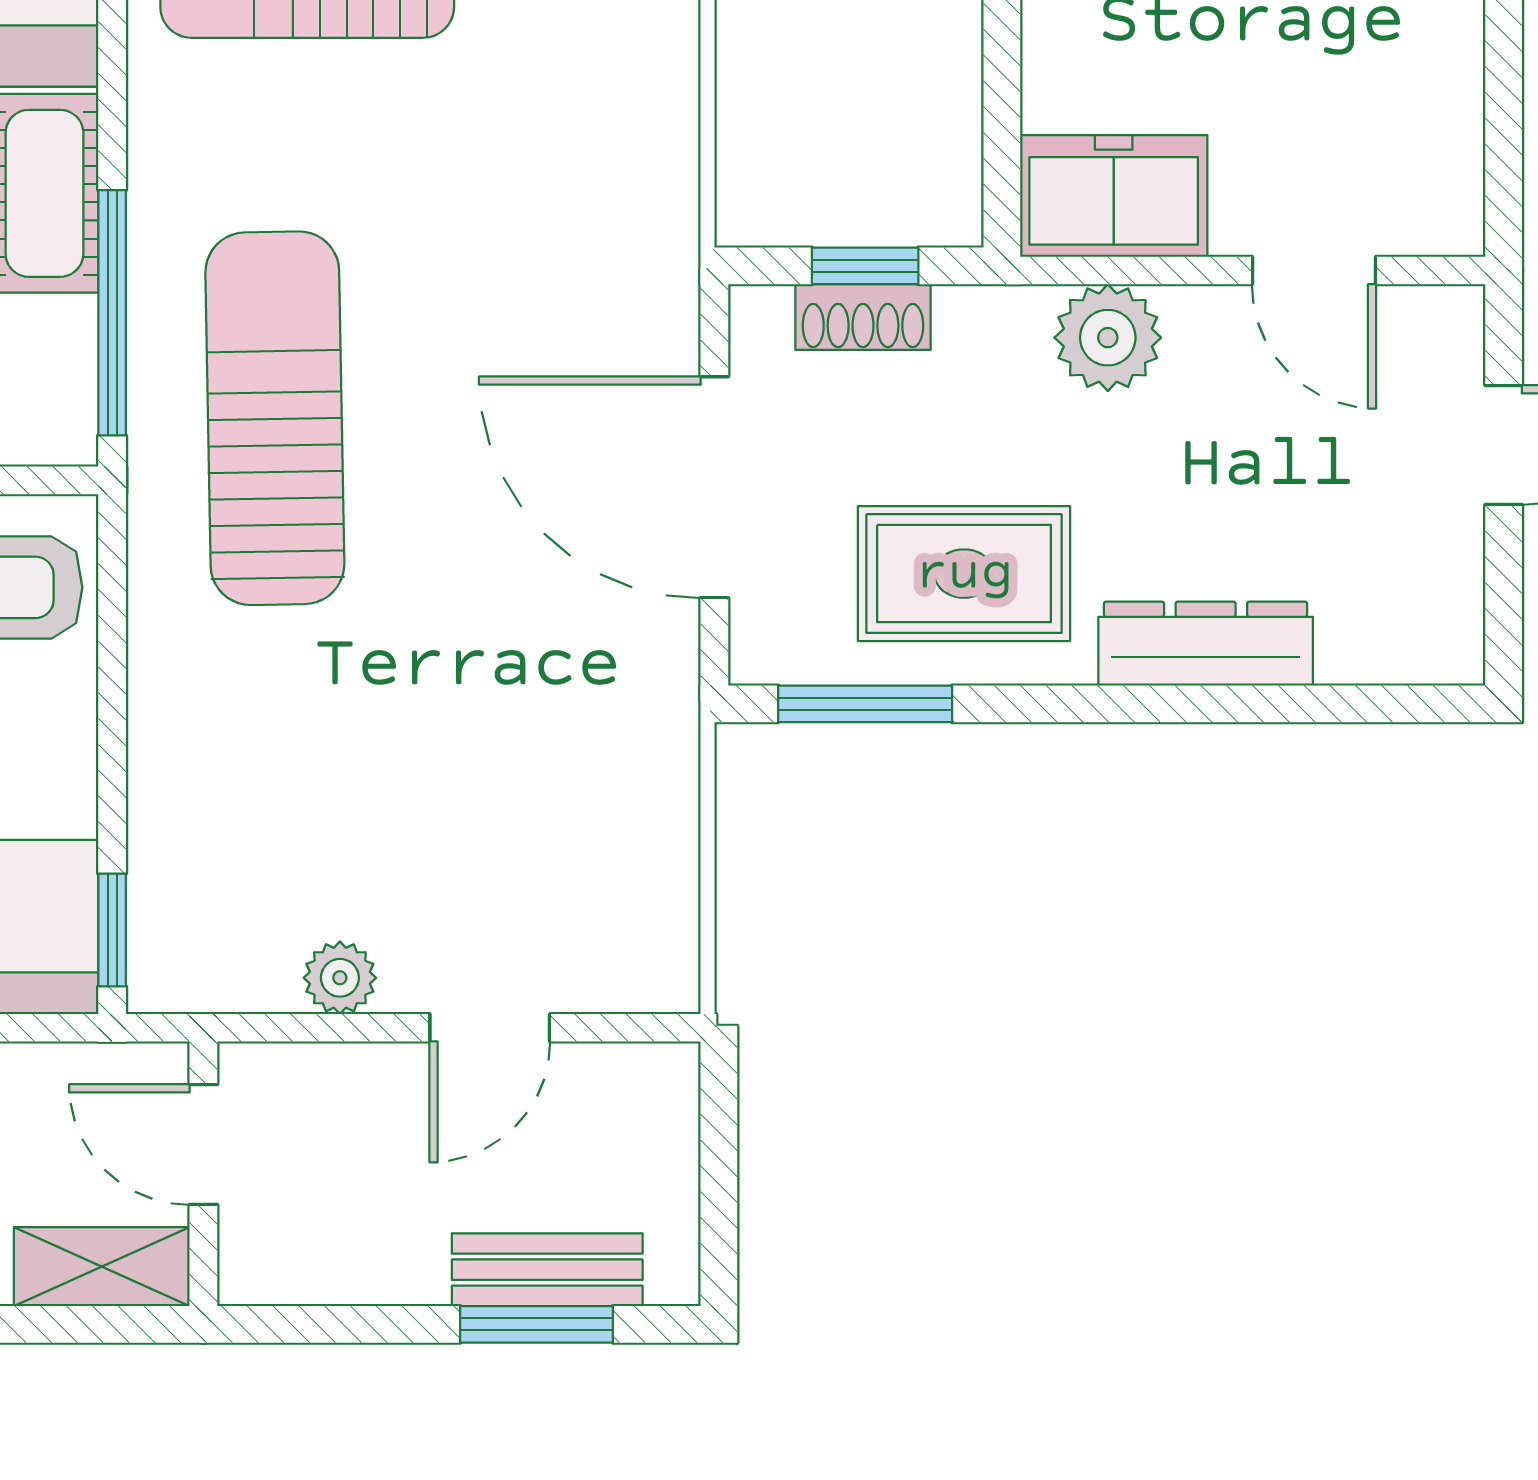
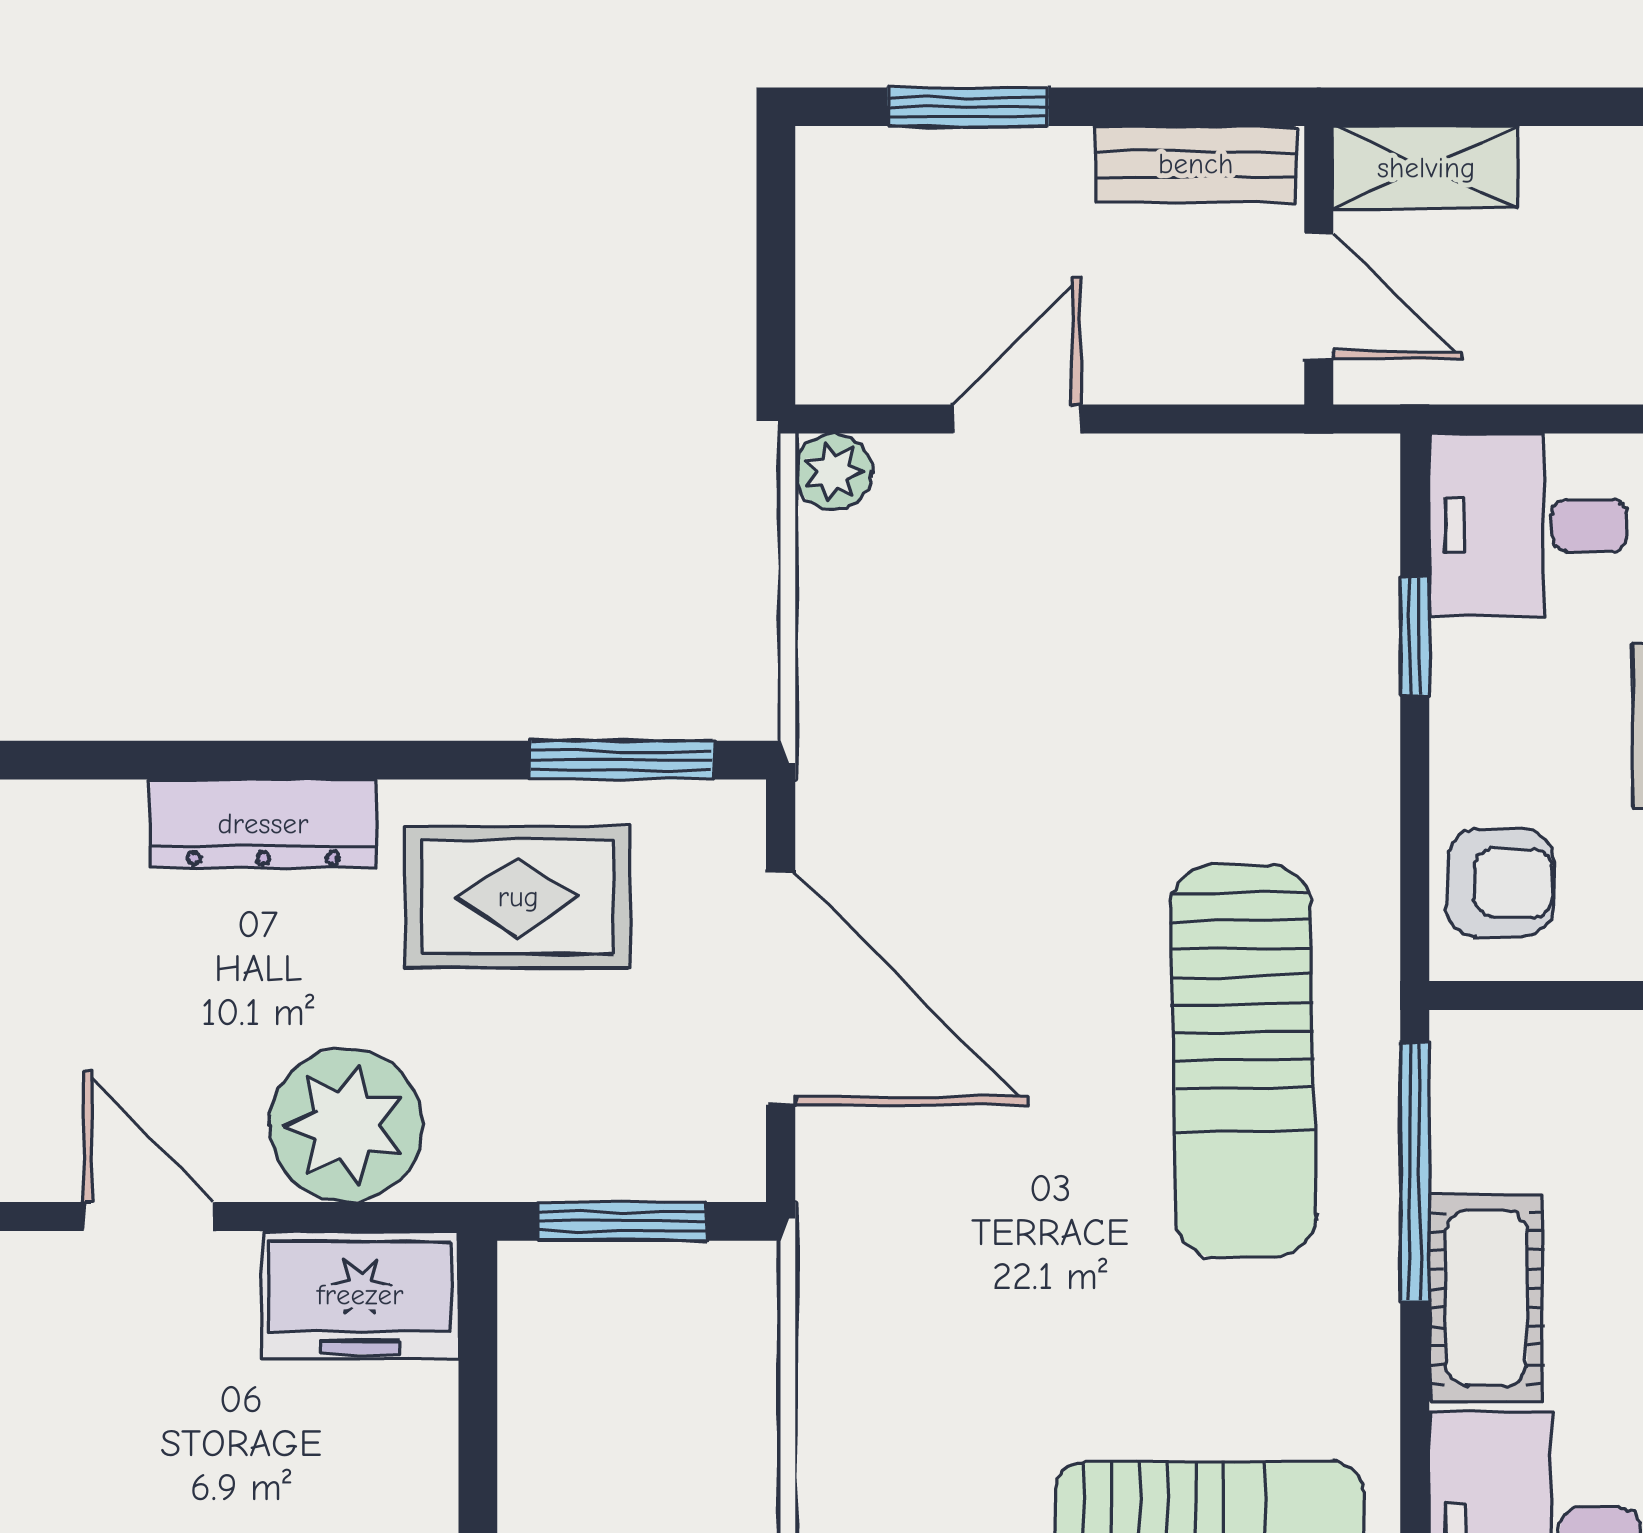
window: (865, 266) -> (622, 1221), width x1.50
shoe rack: (863, 317) -> (624, 1168), removed
plant: (1108, 338) -> (346, 1125), width x1.36, depth x1.36
window: (112, 930) -> (1415, 636), moved
plant: (340, 978) -> (833, 472), moved
bench: (547, 1270) -> (1196, 164), moved

